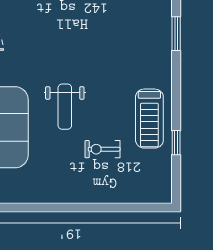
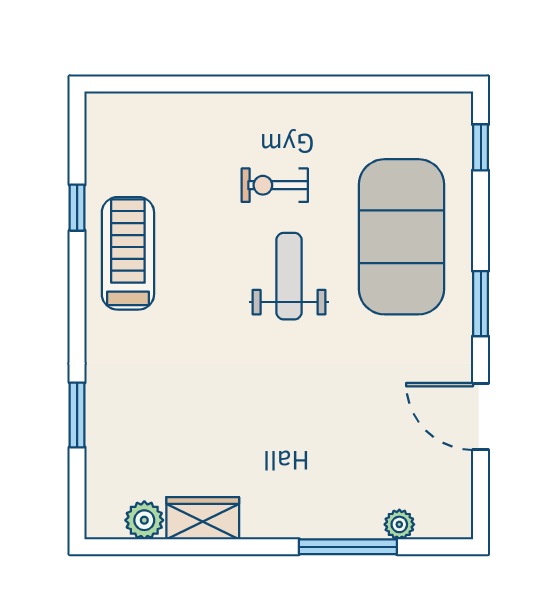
exercise bike: (102, 149) -> (275, 185), moved, turned 180

